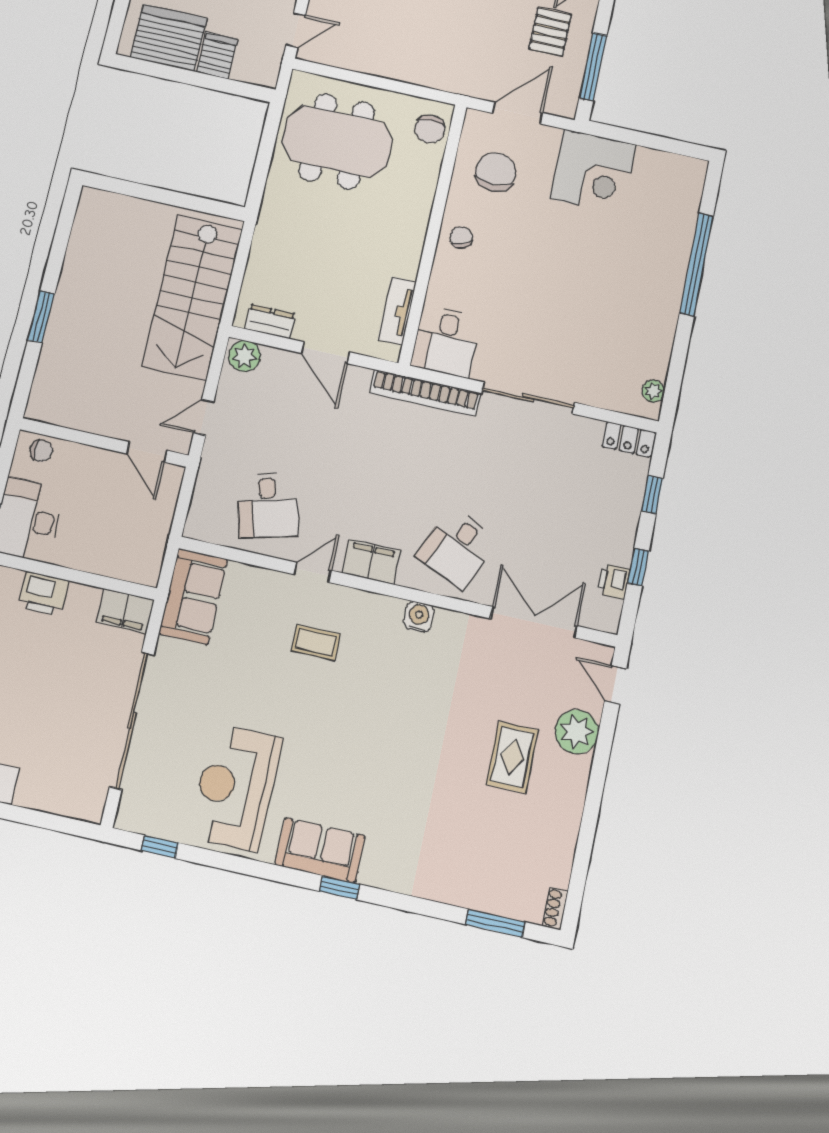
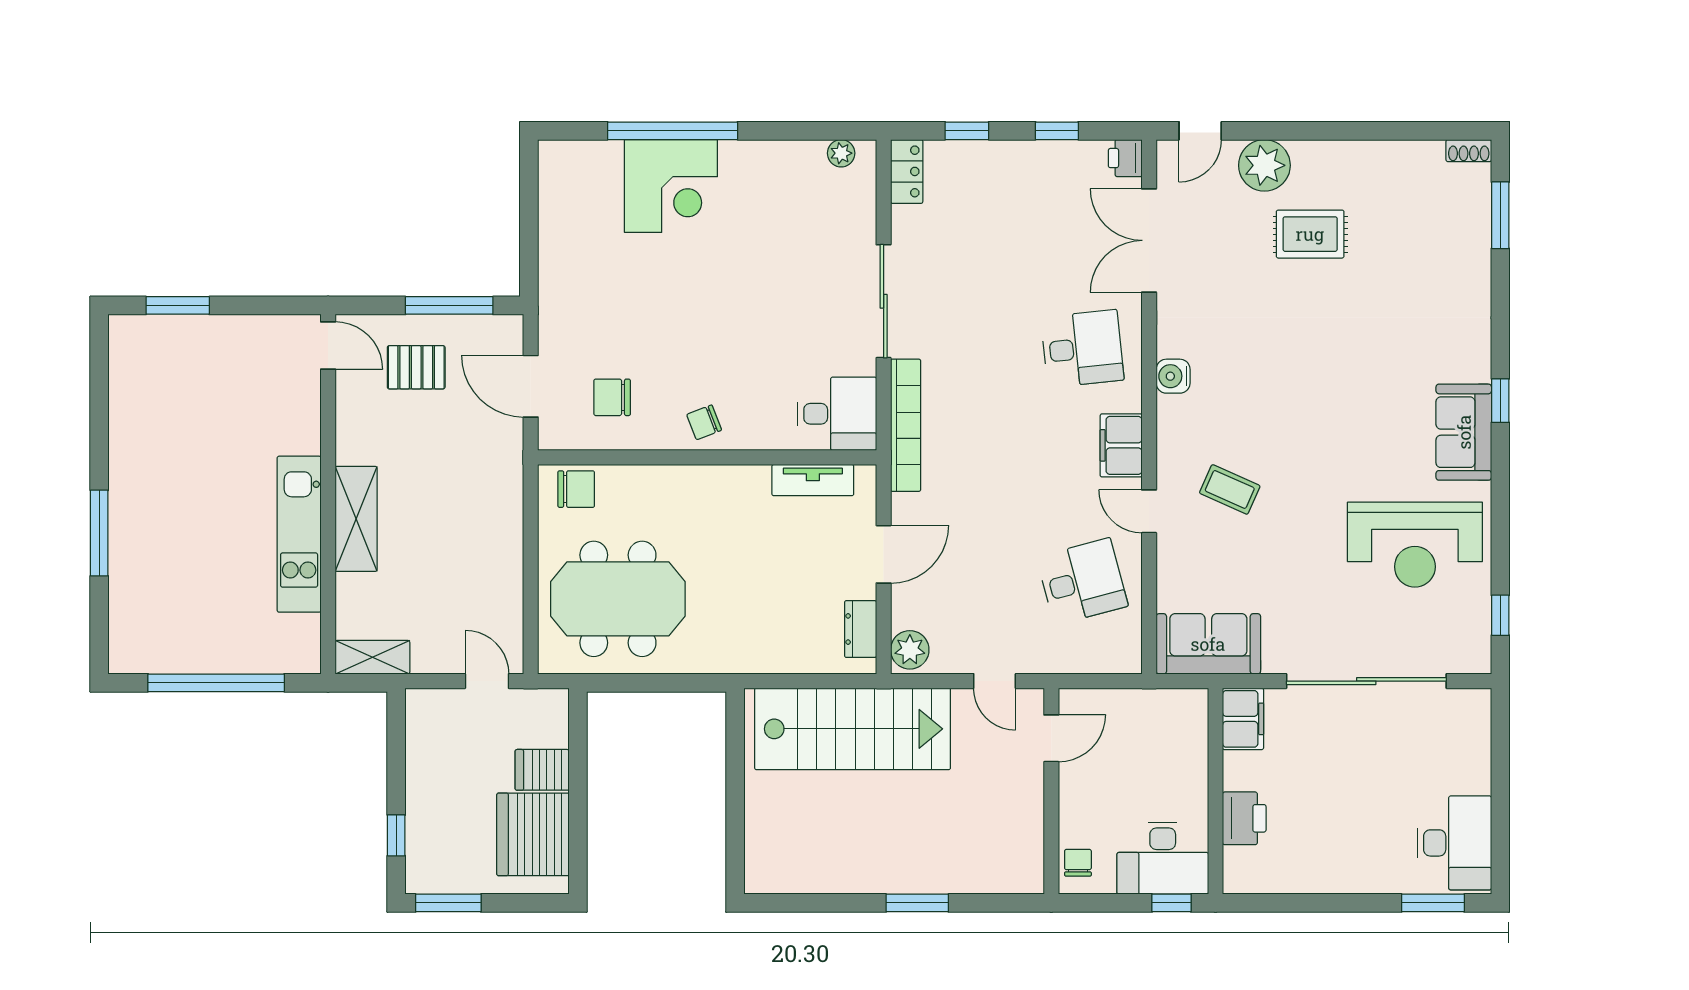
meeting table: (337, 141) -> (618, 599), turned 90
chair: (496, 172) -> (612, 397), width x0.73, depth x0.73
corner desk: (593, 172) -> (671, 186), moved, turned 90
desk: (457, 548) -> (1082, 349), turned -30
printer: (614, 581) -> (1125, 158), moved, turned 90
coffee table: (316, 643) -> (1230, 489), turned -66

